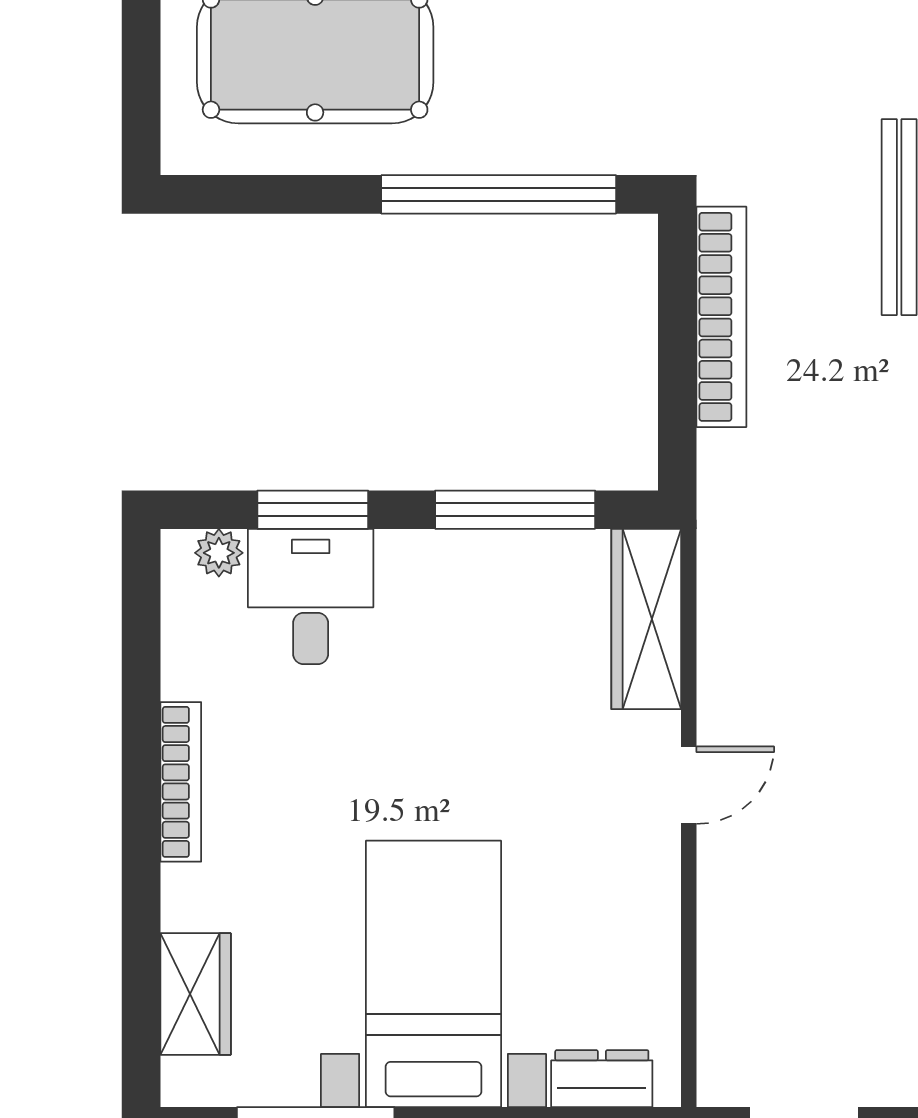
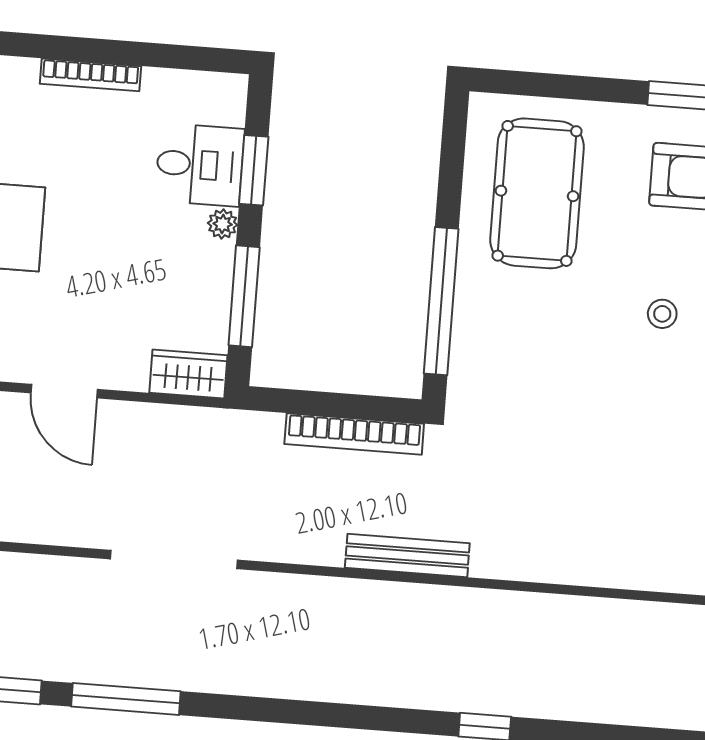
plant: (219, 553) -> (223, 224), moved
wardrobe: (646, 619) -> (188, 374), width x0.67
door: (689, 785) -> (64, 391), width x1.38

